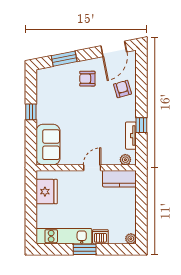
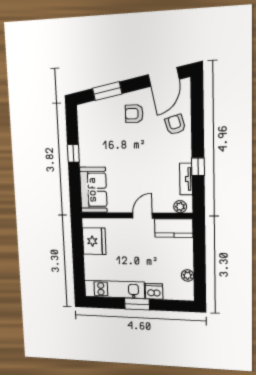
plant: (131, 239) -> (188, 275), moved

